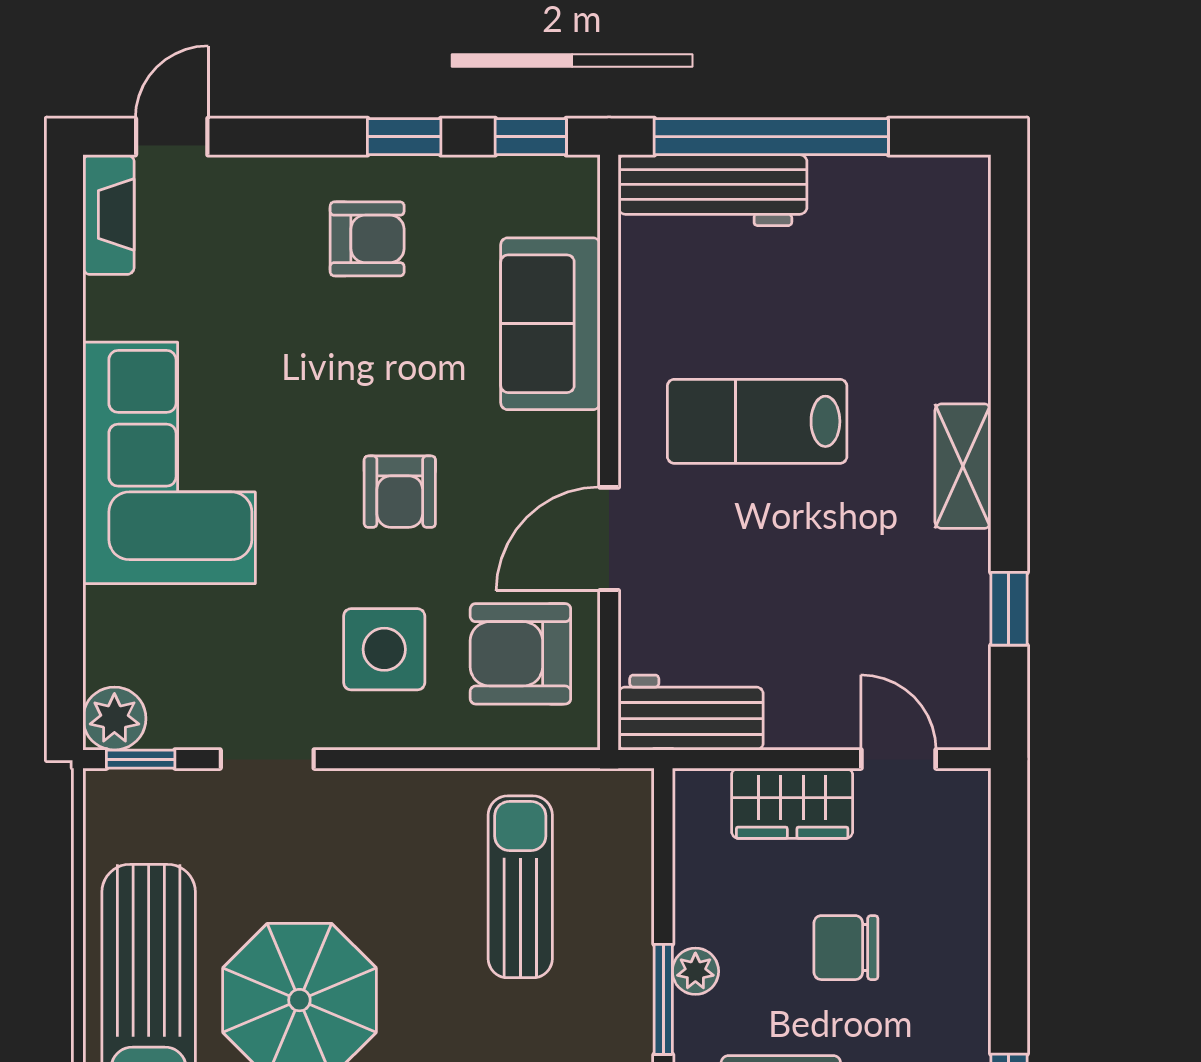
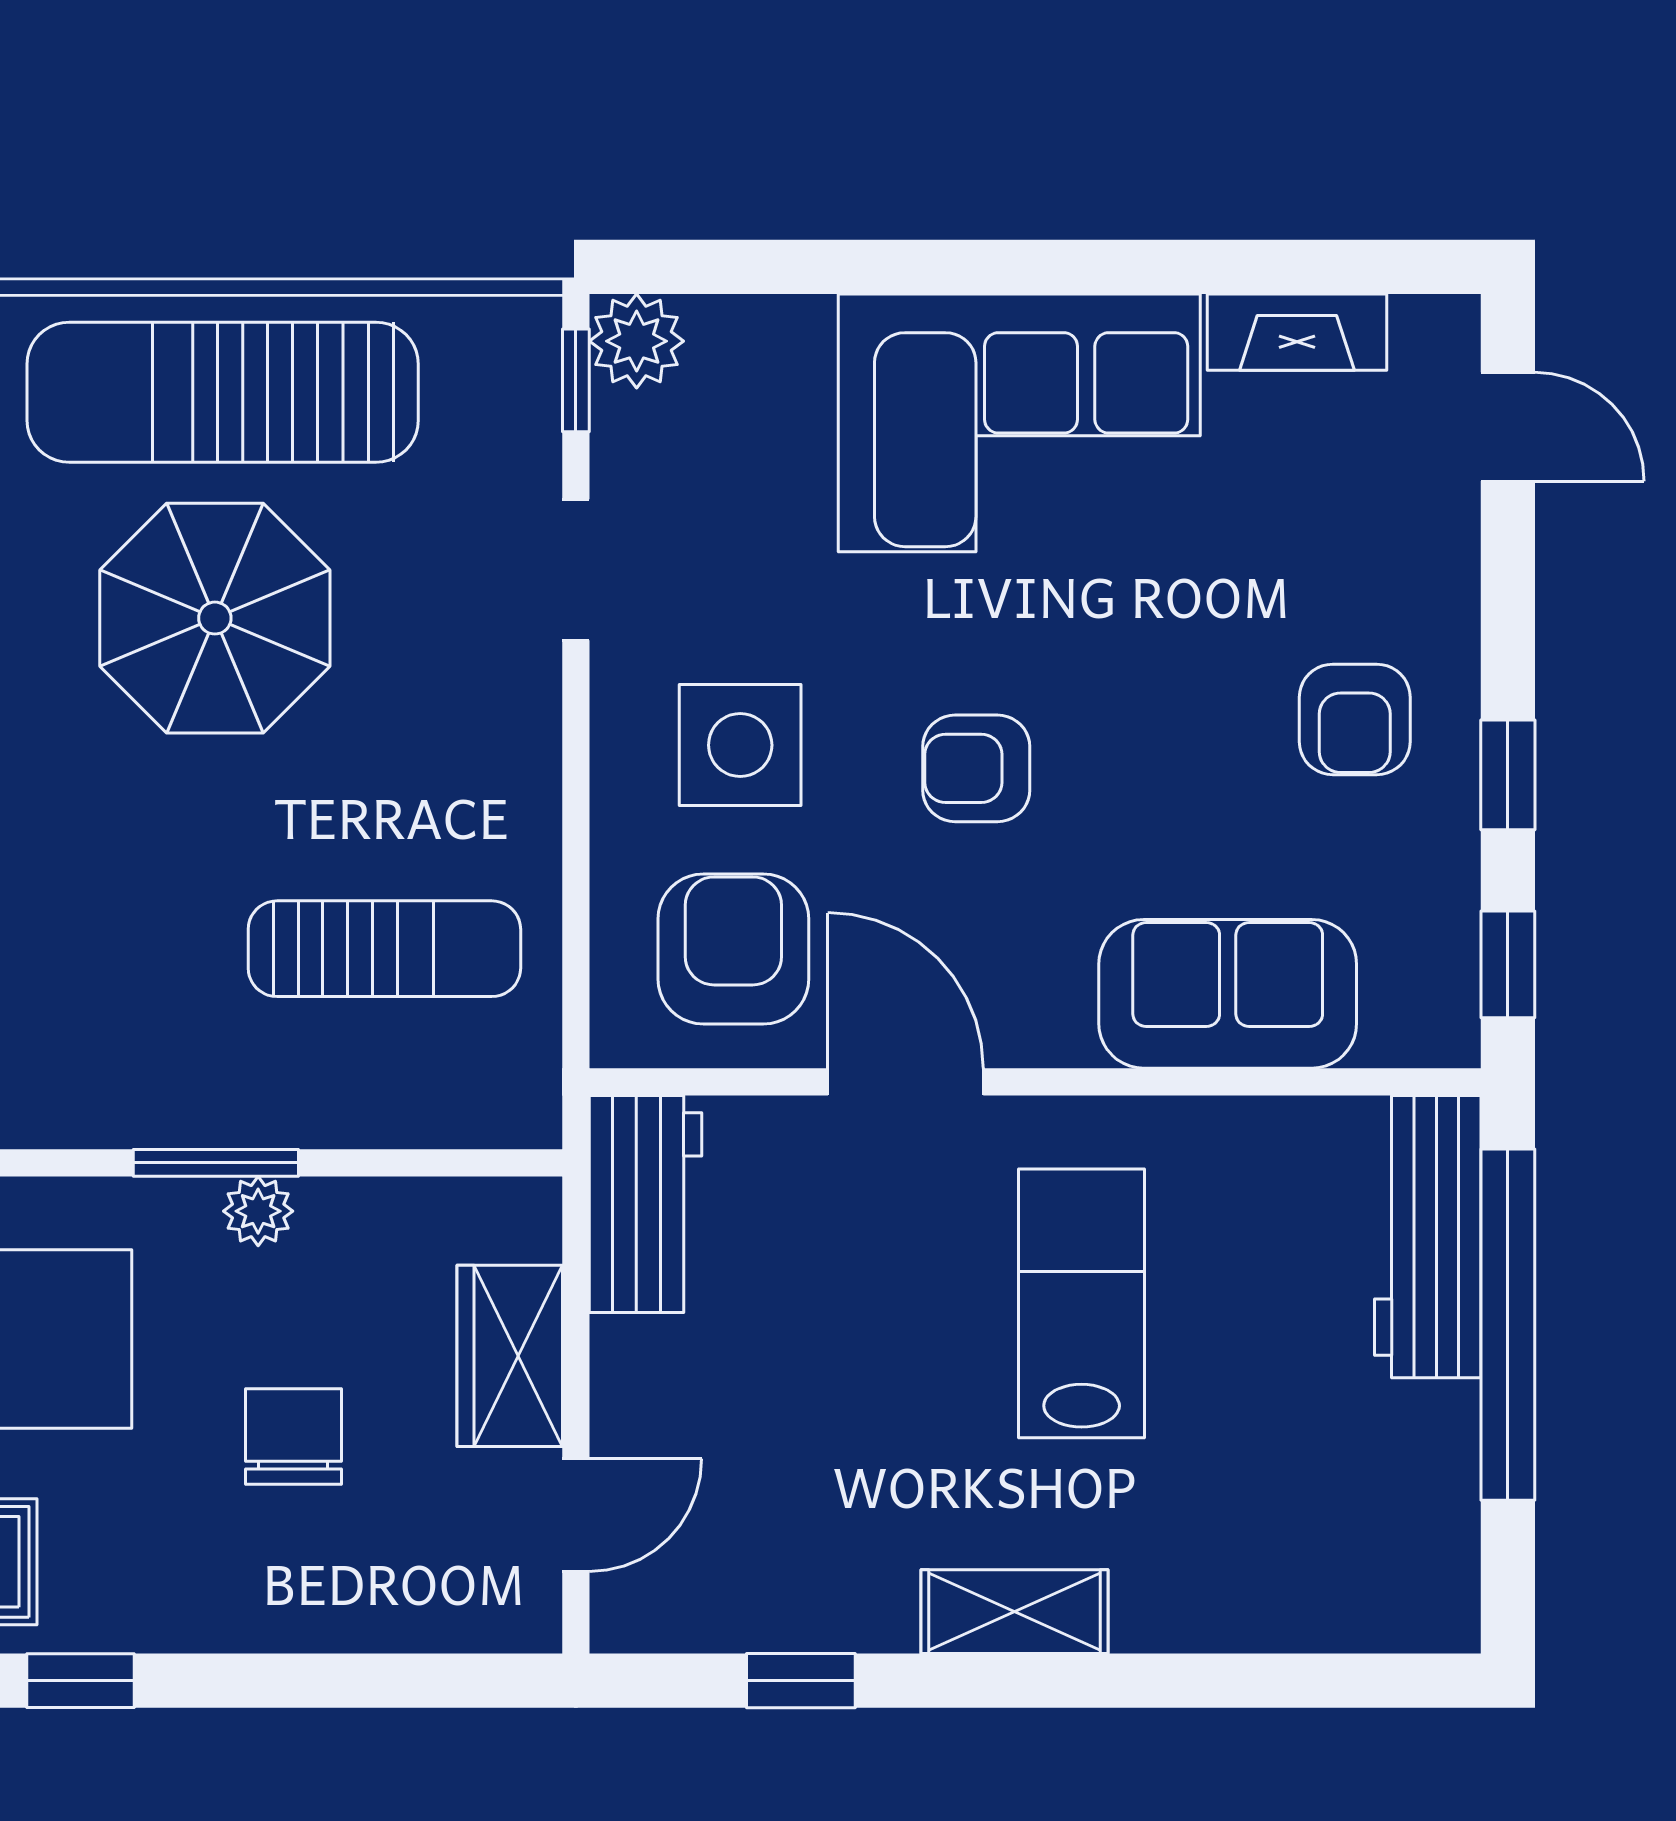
fireplace: (109, 215) -> (1297, 332), moved

